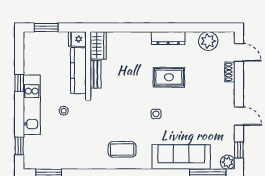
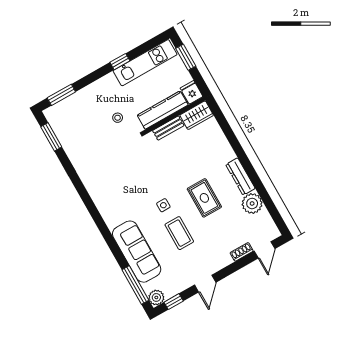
plant: (208, 41) -> (252, 204), moved
kitchen unit: (32, 105) -> (145, 63), moved
window: (19, 146) -> (61, 95), width x1.50
coffee table: (122, 149) -> (179, 233), moved

